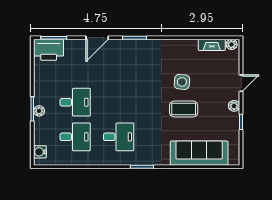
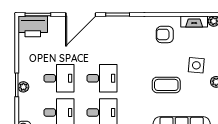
door: (97, 38) -> (81, 14), width x1.36
armchair: (182, 58) -> (165, 34), added
side table: (182, 82) -> (196, 65), moved
desk: (119, 102) -> (102, 78), added

